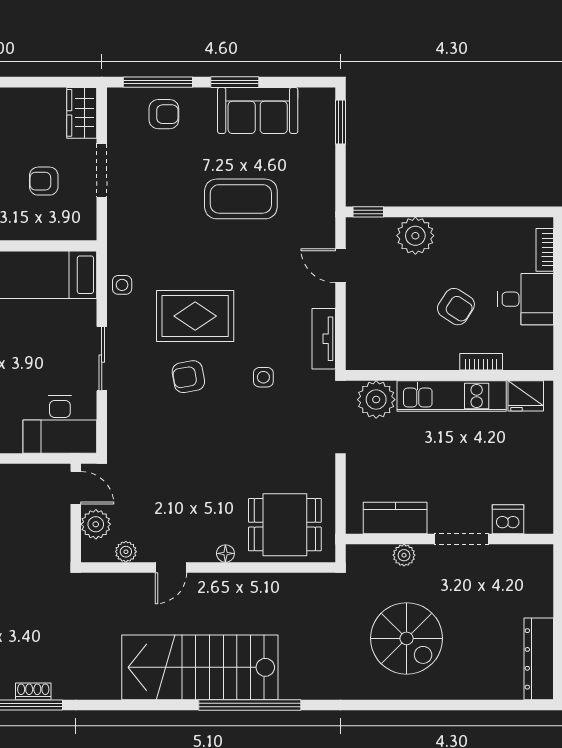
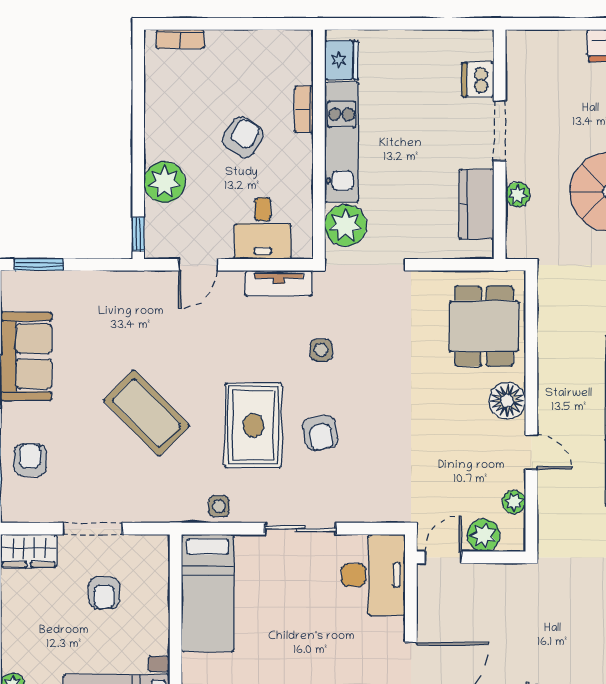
coffee table: (241, 199) -> (146, 413), moved, turned -45
desk: (526, 299) -> (263, 228), moved, turned 180
floor lamp: (225, 553) -> (507, 401), width x1.89, depth x1.89

